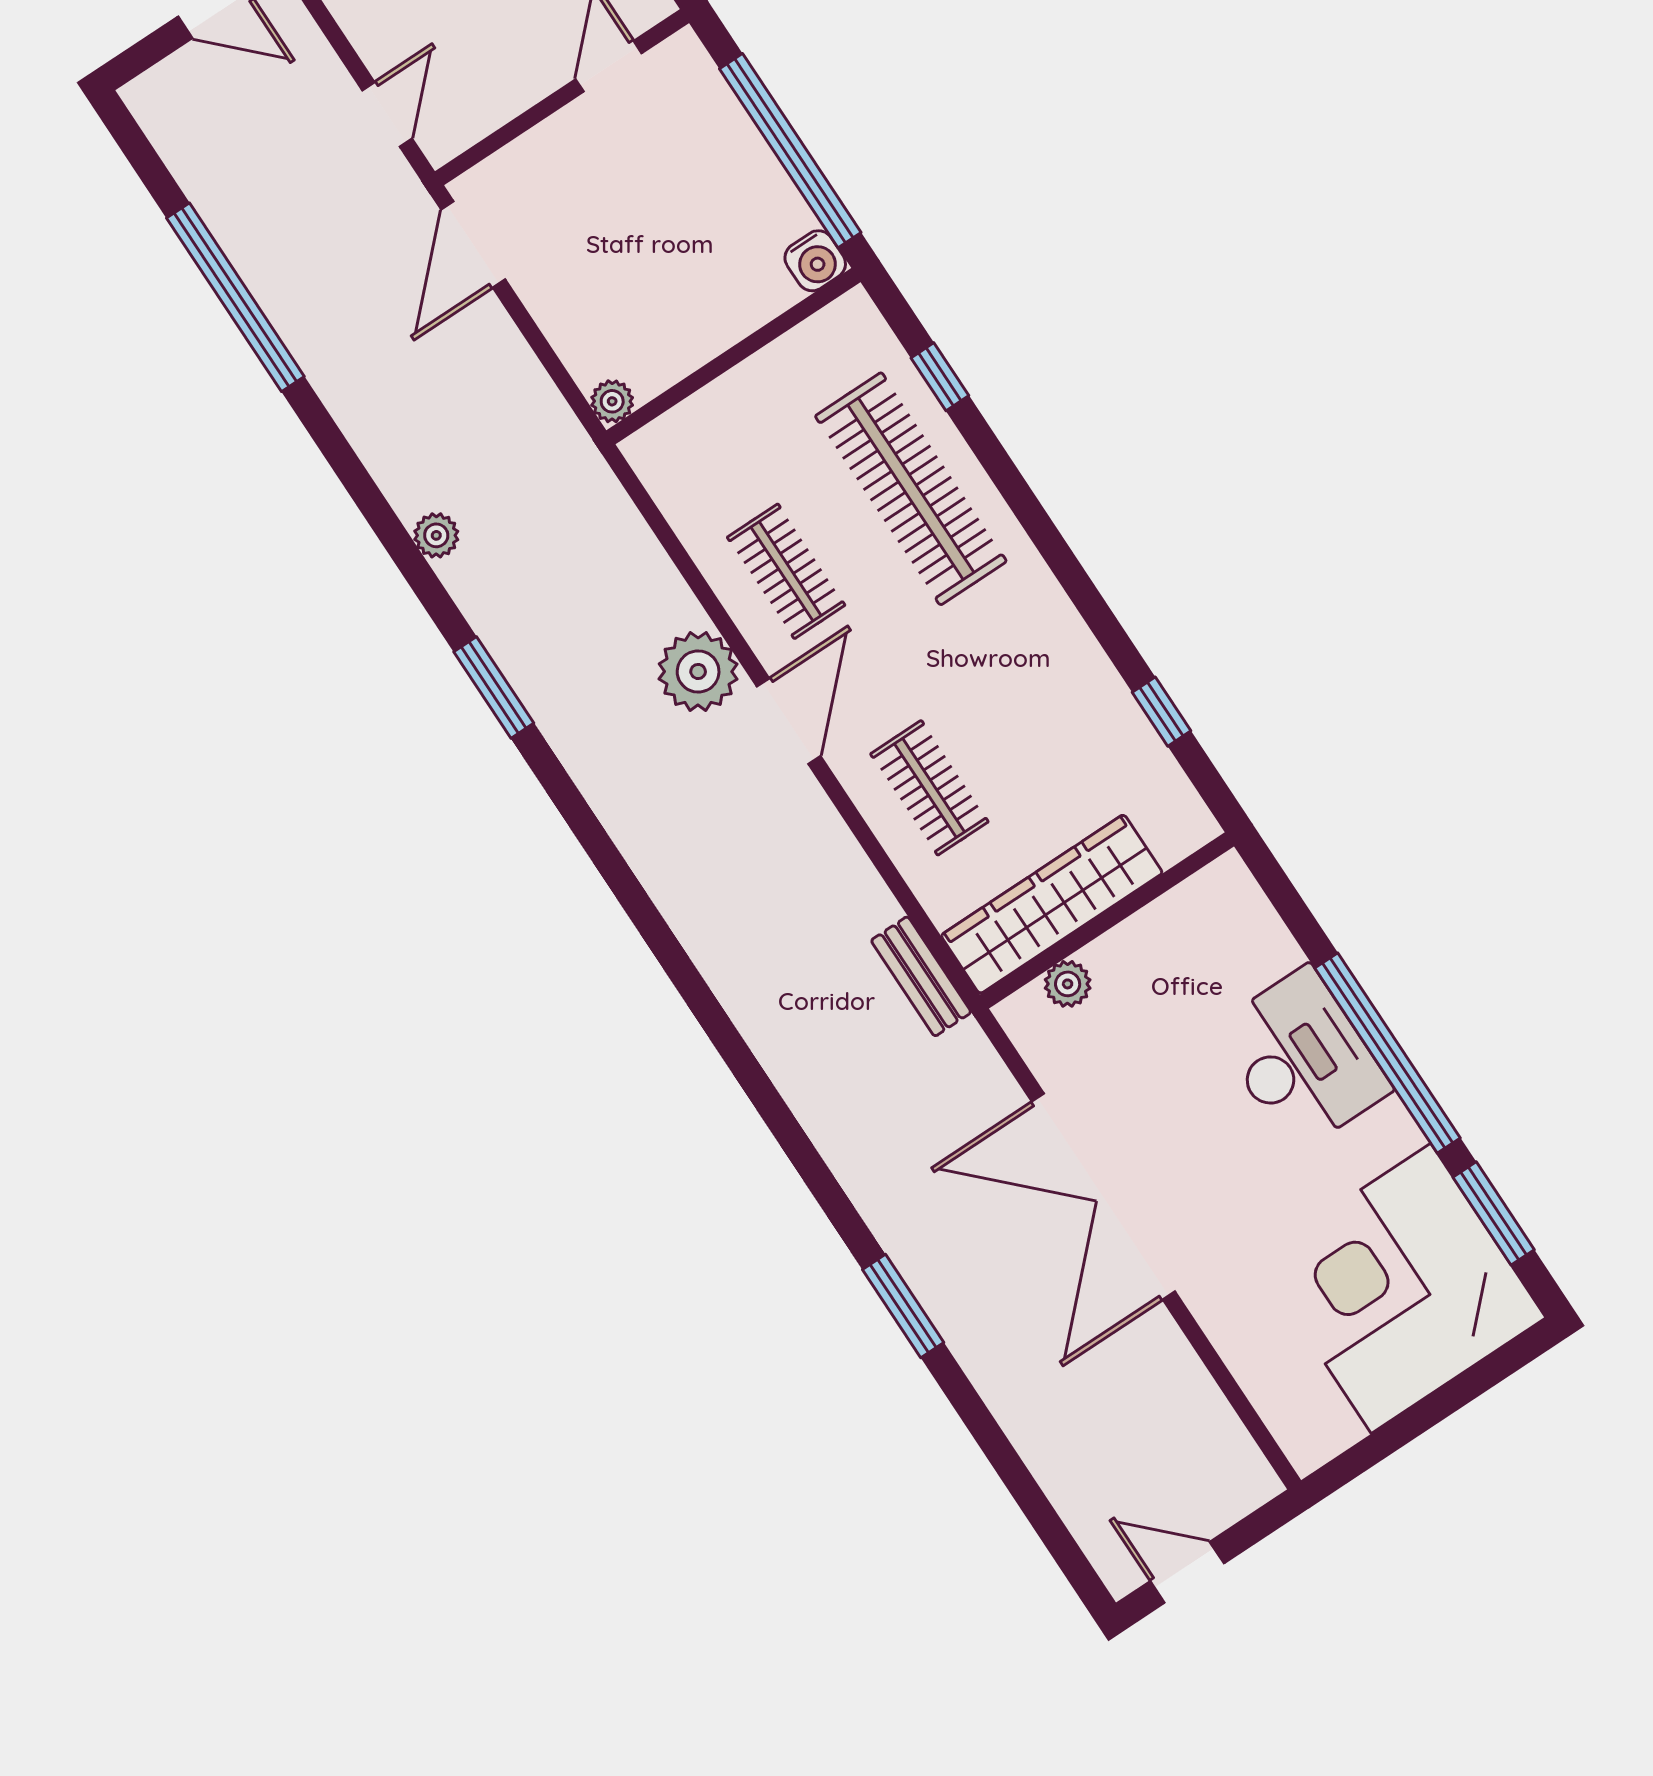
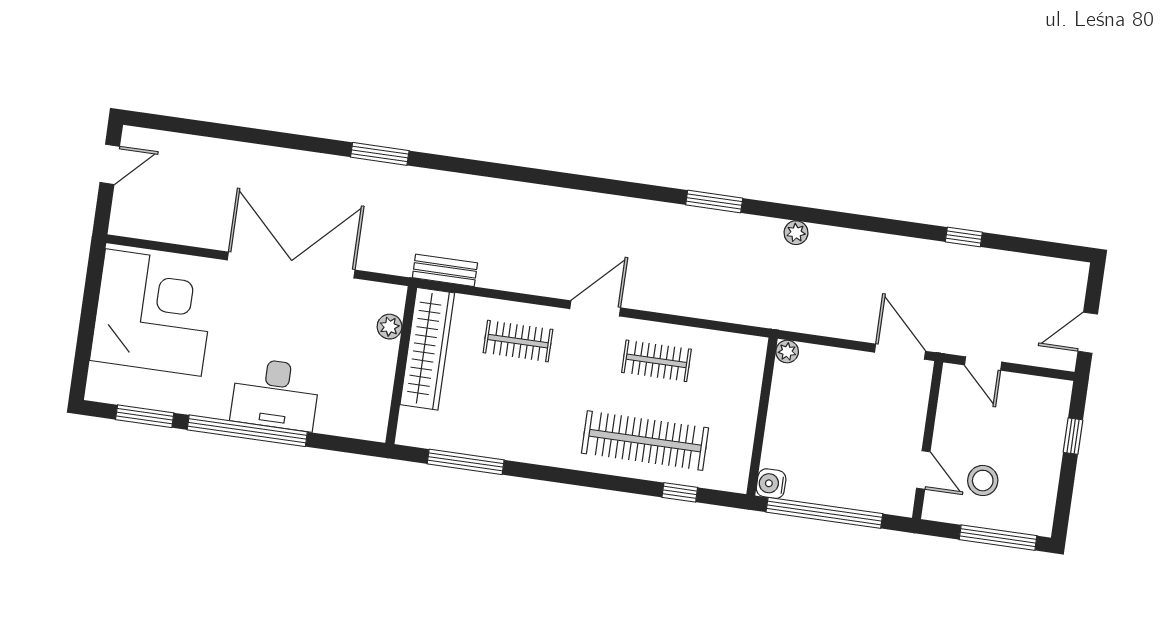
window: (235, 297) -> (964, 237), width x0.32
plant: (698, 671) -> (648, 290), removed
window: (1162, 712) -> (466, 462), width x2.17
door: (789, 721) -> (595, 308), swing flipped
corner desk: (1401, 1288) -> (153, 313), moved
window: (903, 1306) -> (380, 154), moved

